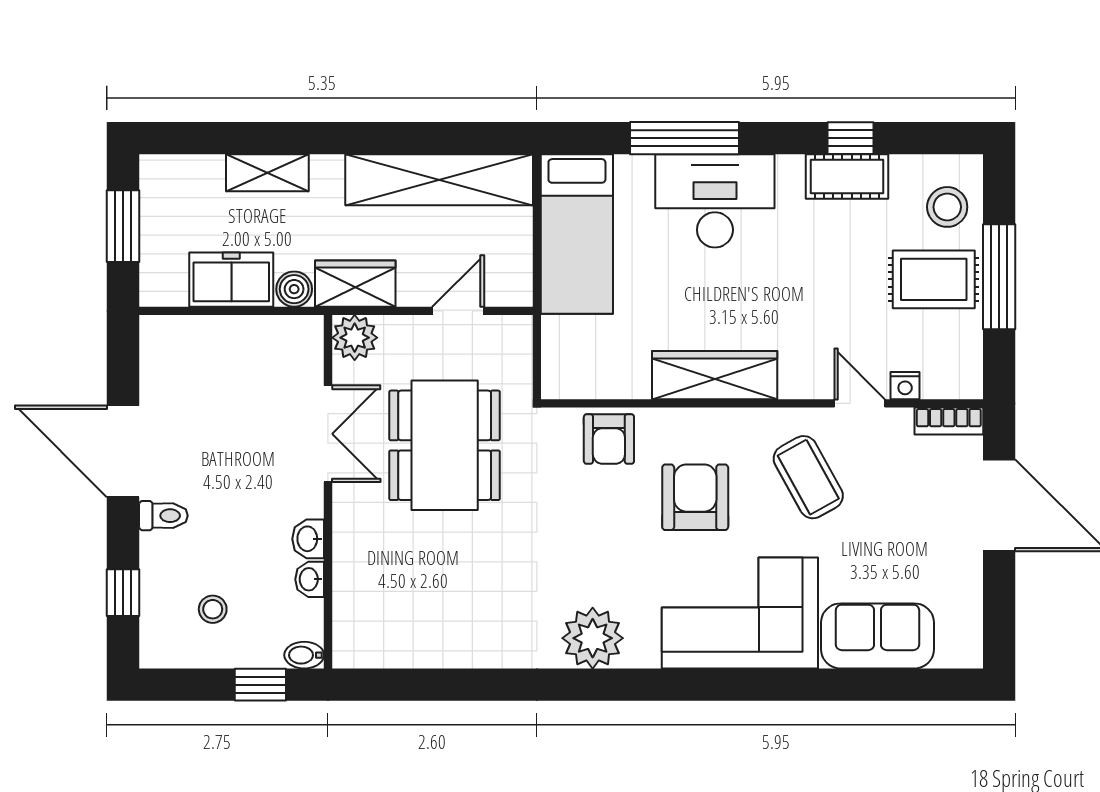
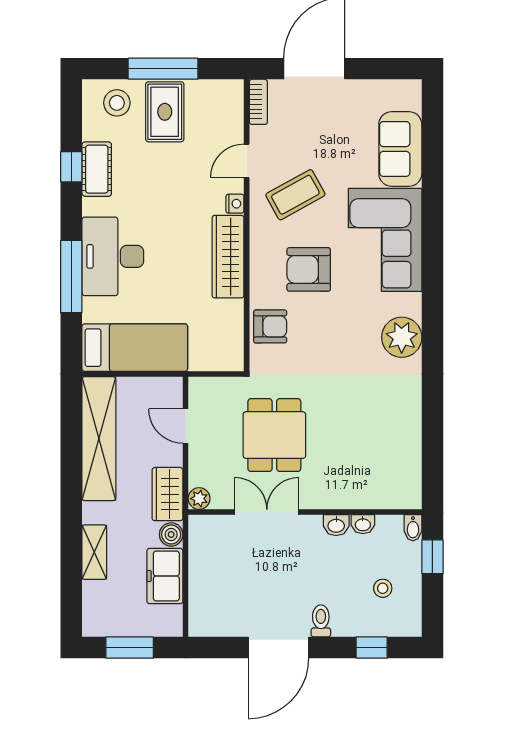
plant: (355, 338) -> (199, 499), width x0.73, depth x0.73
nightstand: (905, 386) -> (235, 204), moved
dining table: (445, 445) -> (274, 435), width x0.73

